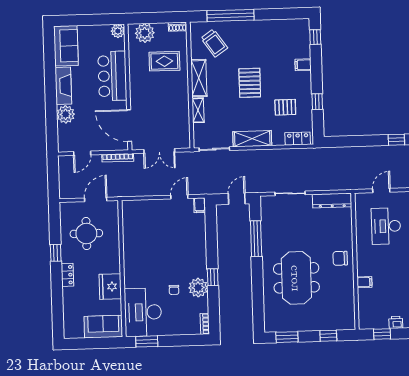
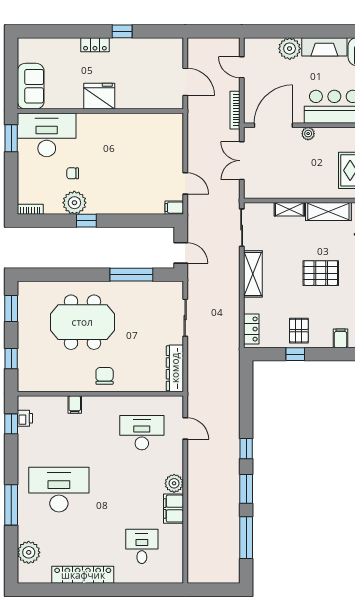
plant: (135, 97) -> (308, 134), added
pallet: (285, 107) -> (299, 331), moved
round table: (86, 234) -> (144, 69), removed
fridge: (110, 287) -> (99, 96), moved
printer: (396, 322) -> (25, 418), moved

